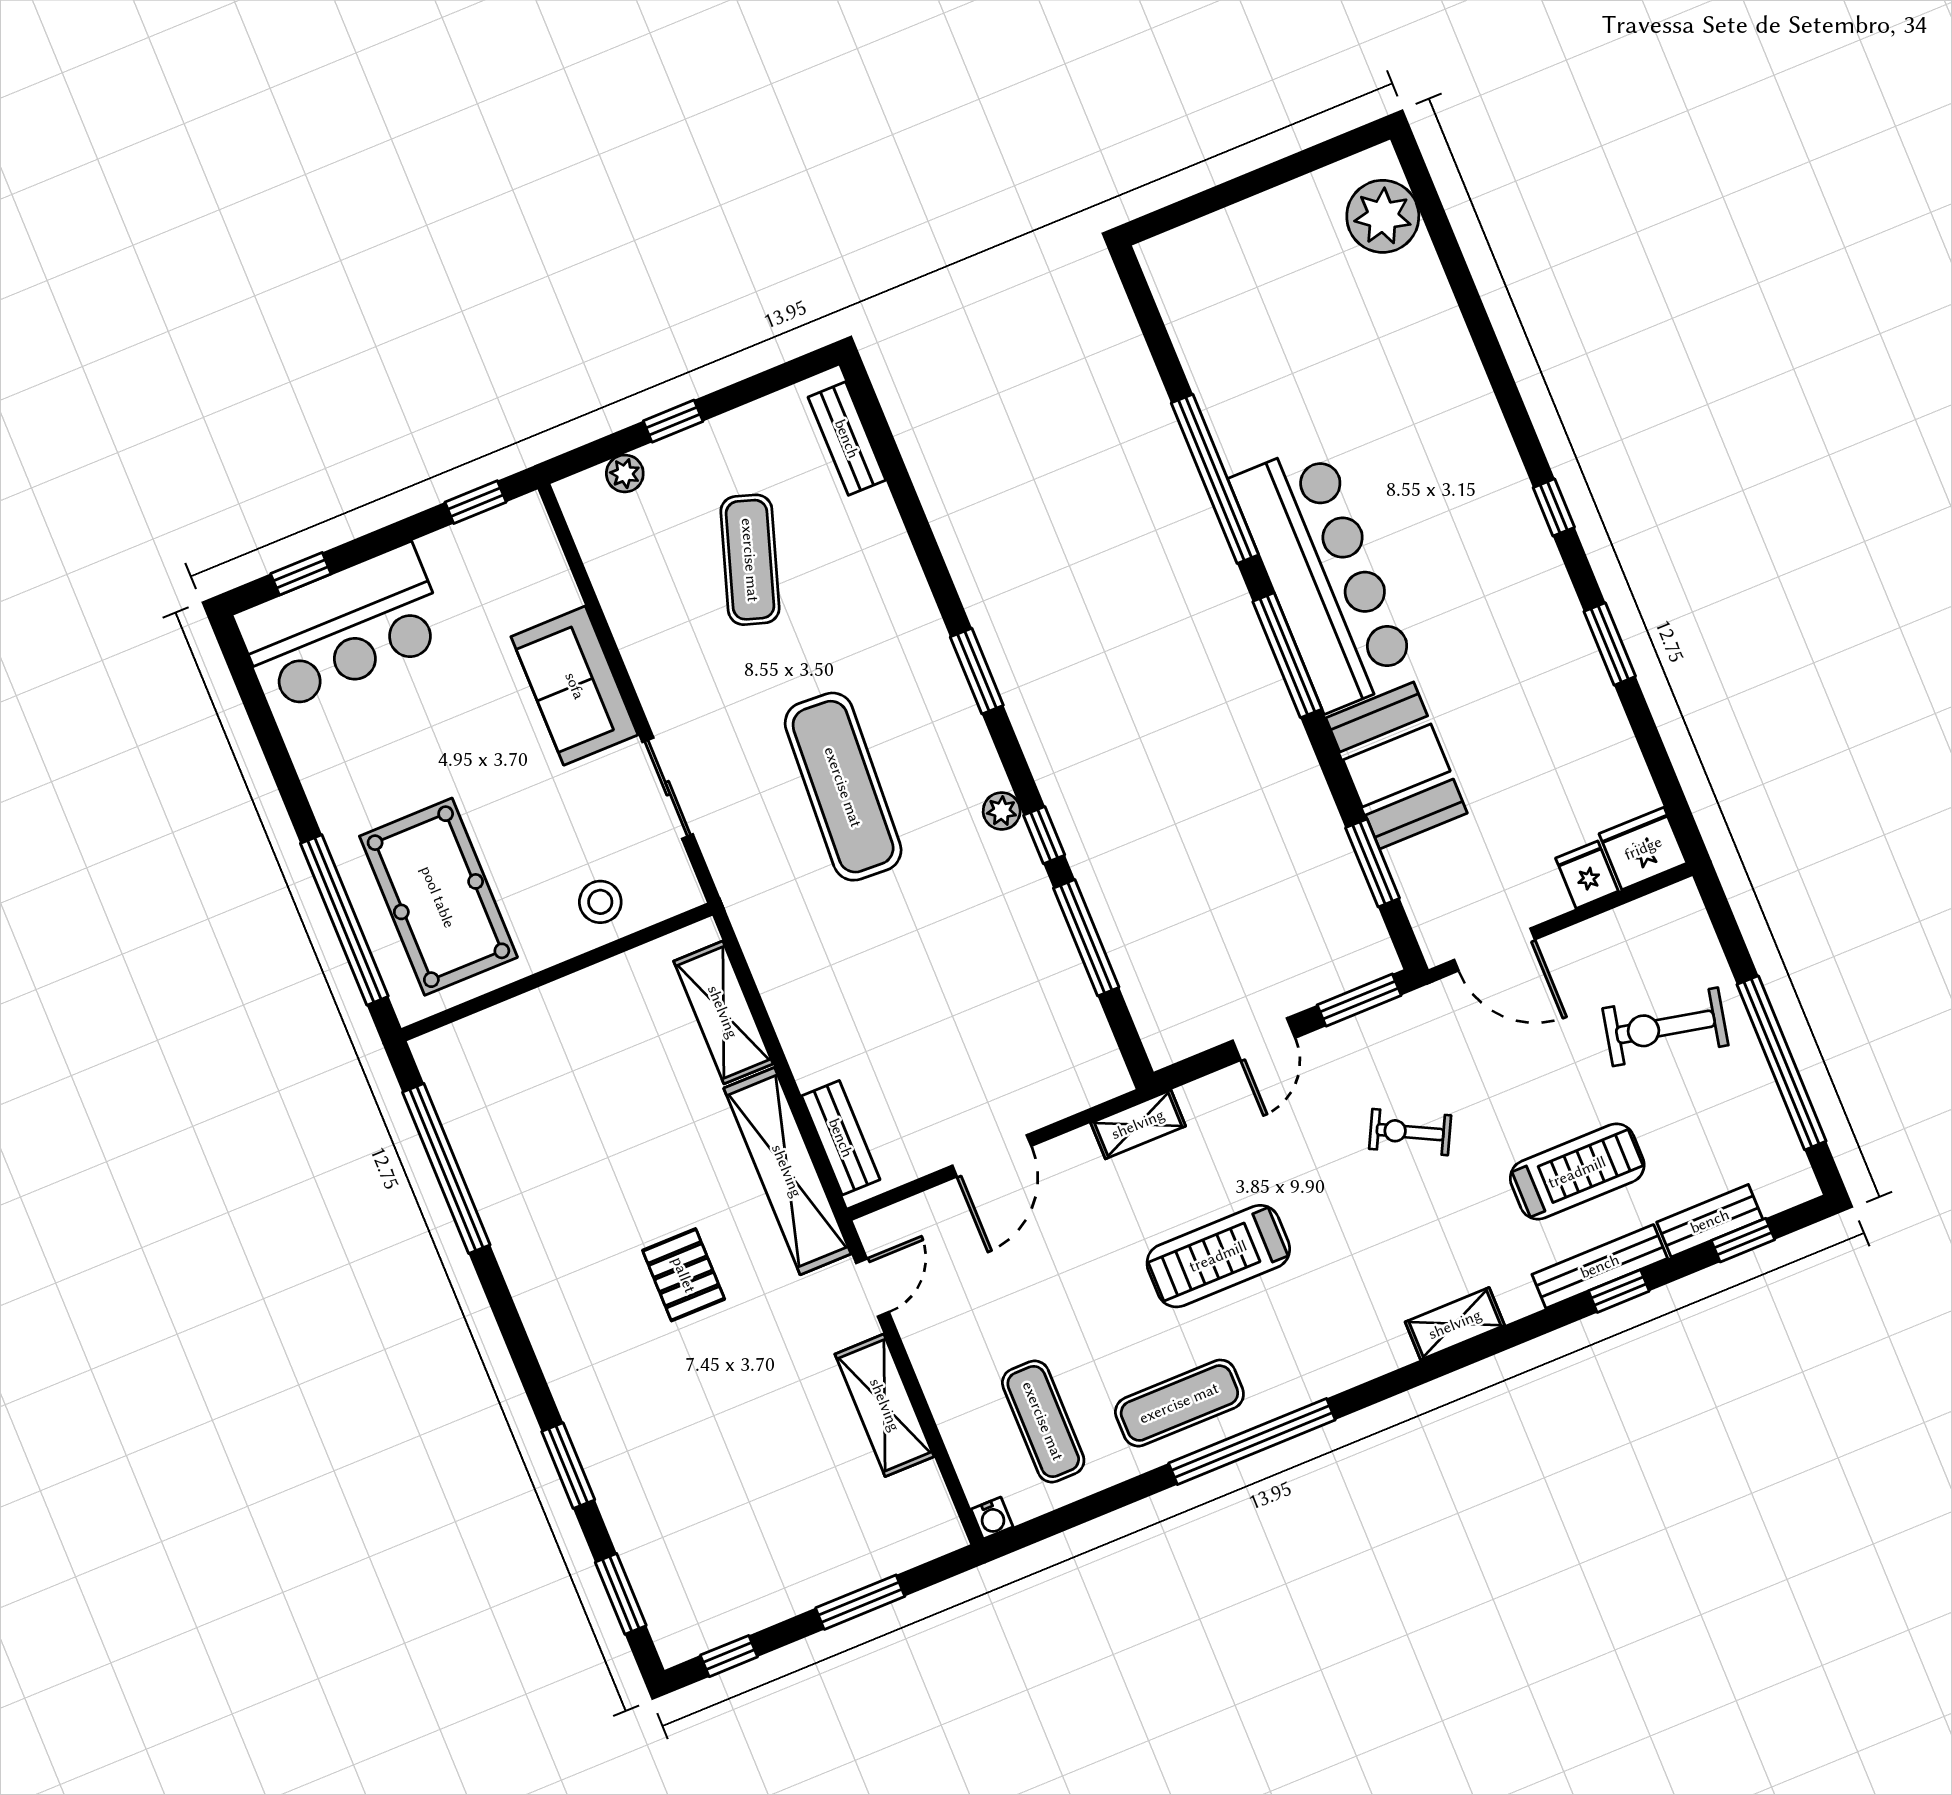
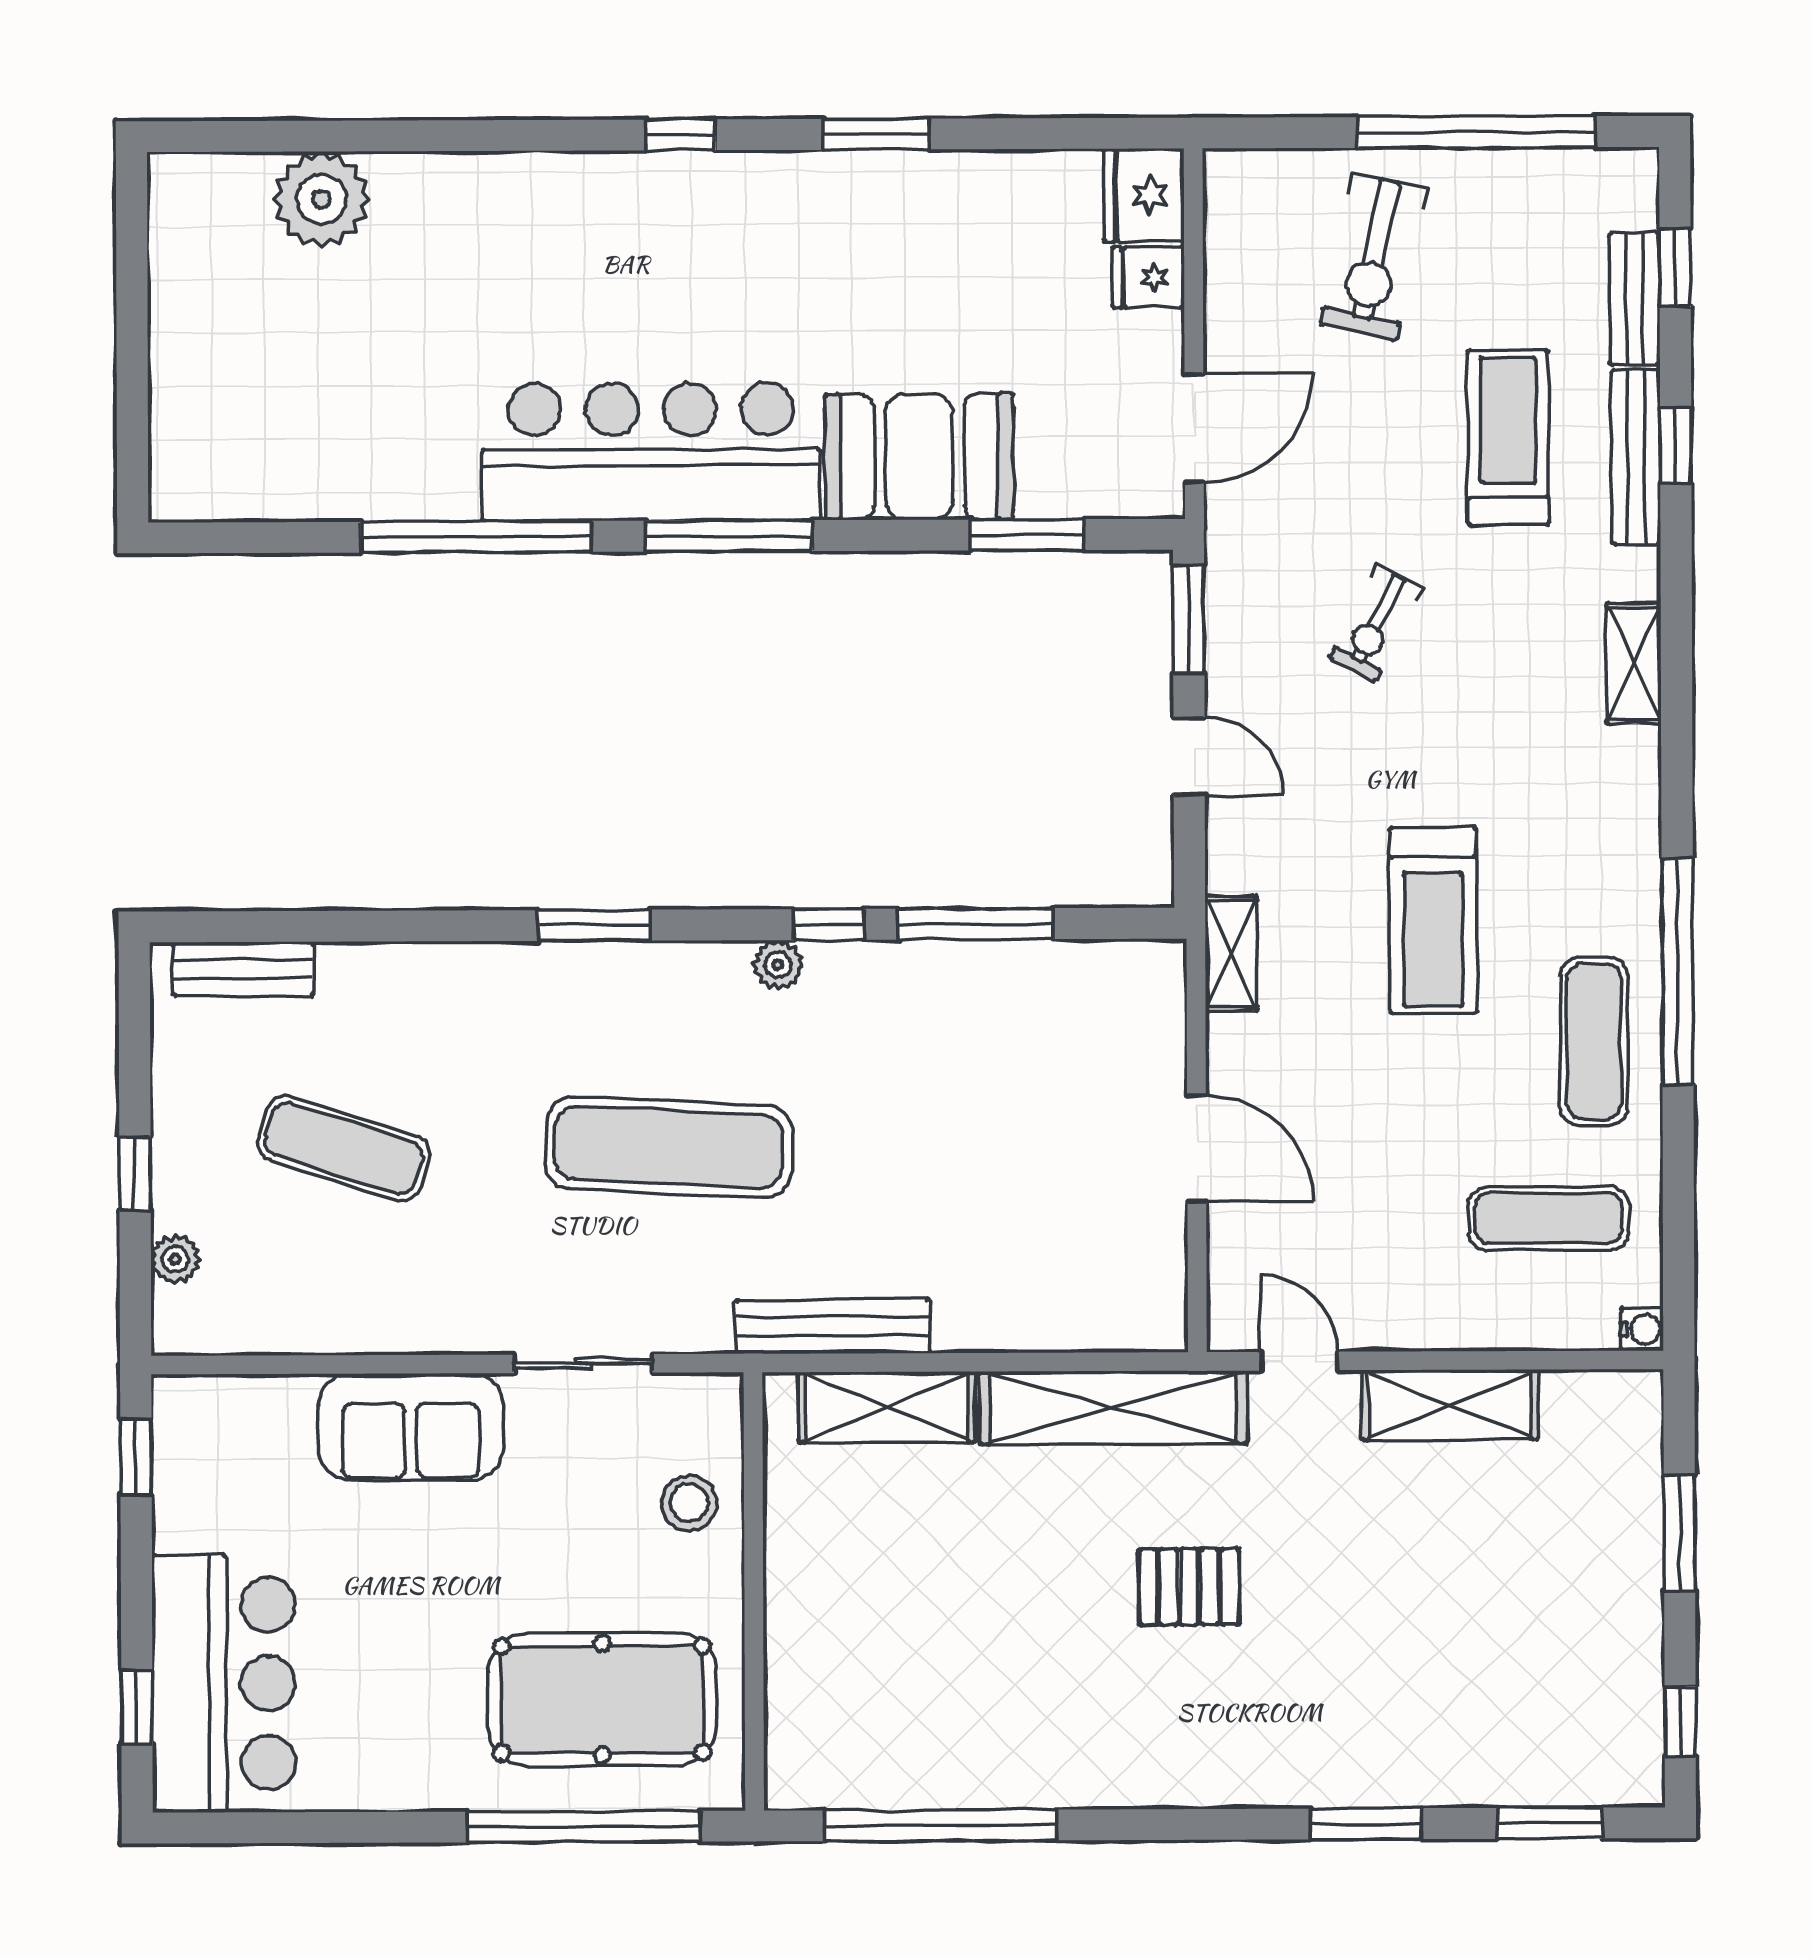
plant: (1383, 216) -> (321, 199), moved
bench: (841, 1138) -> (833, 1326), moved, width x1.36

